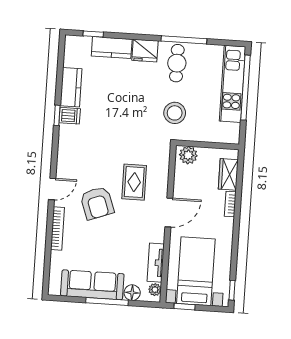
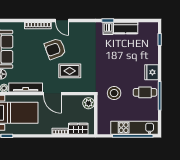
kitchen counter: (112, 48) -> (152, 51), removed
tv unit: (156, 263) -> (26, 88), width x1.41

